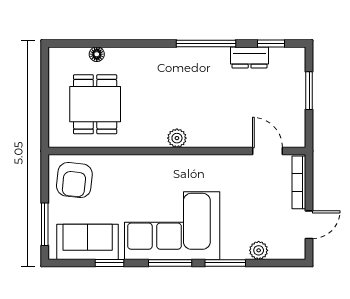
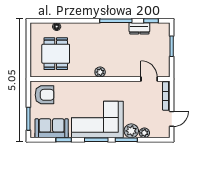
armchair: (74, 180) -> (45, 95), turned -96
plant: (235, 247) -> (131, 131), added

